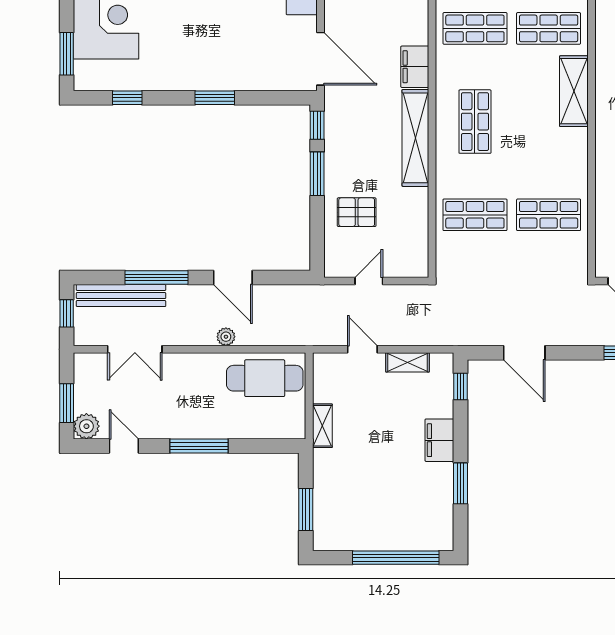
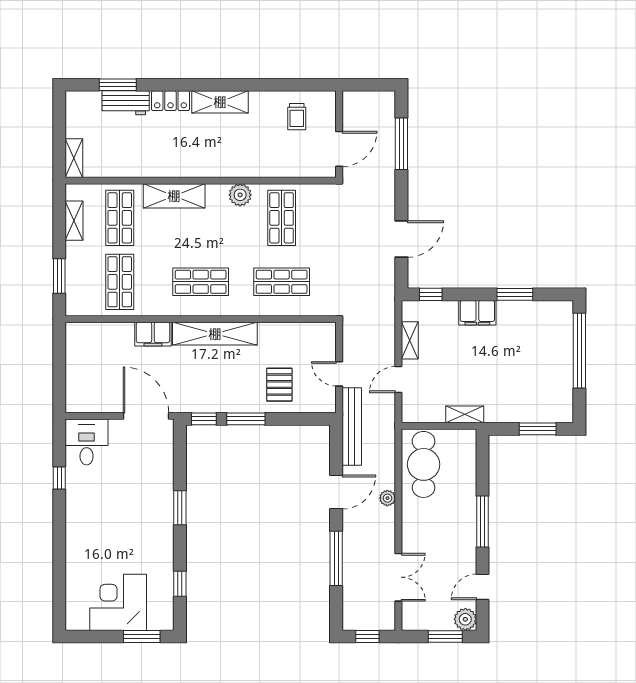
door: (321, 59) -> (146, 416), hinge flipped
plant: (575, 167) -> (240, 195), added
shop shelf: (475, 215) -> (282, 282), turned 90
bench: (121, 296) -> (352, 426), moved

